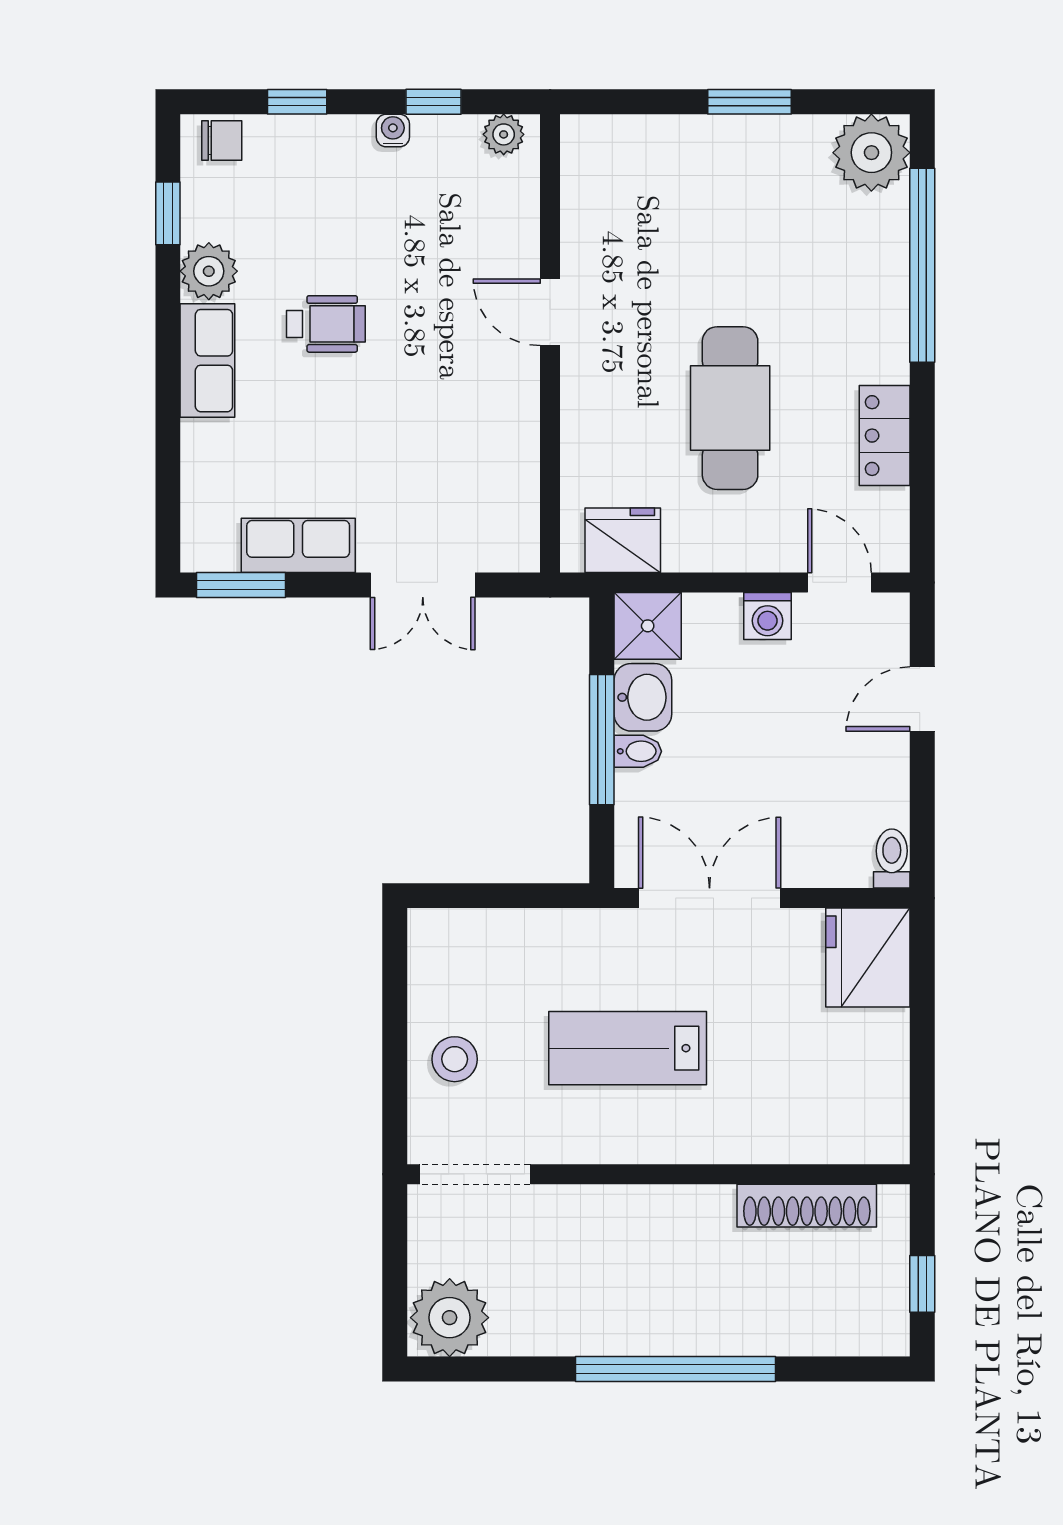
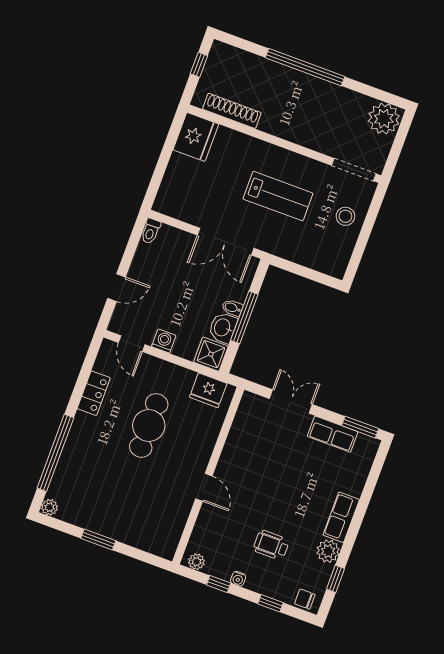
plant: (871, 153) -> (49, 507), width x0.53, depth x0.53
wheelchair: (326, 324) -> (271, 545), moved
fridge: (868, 958) -> (196, 137), moved

